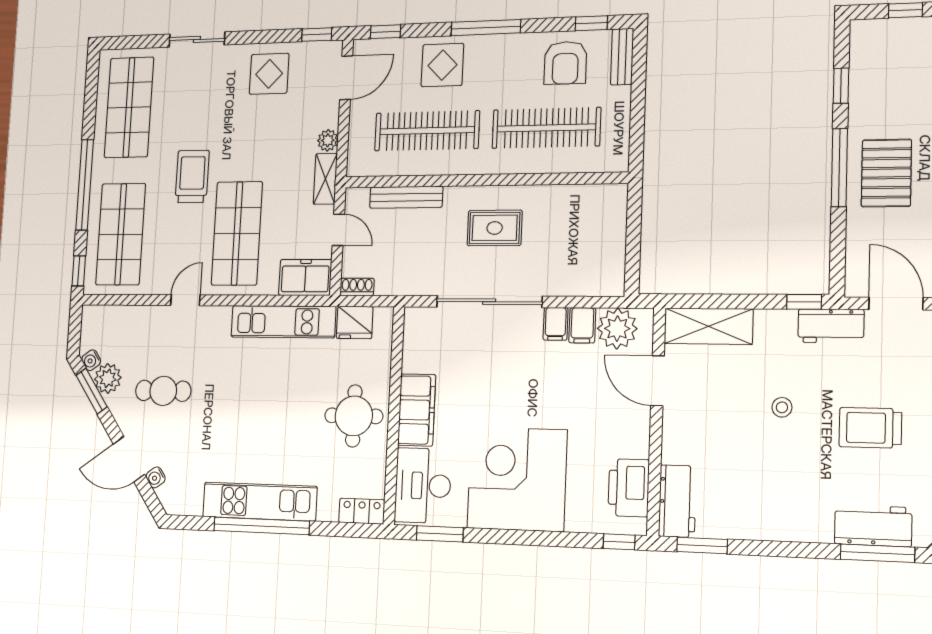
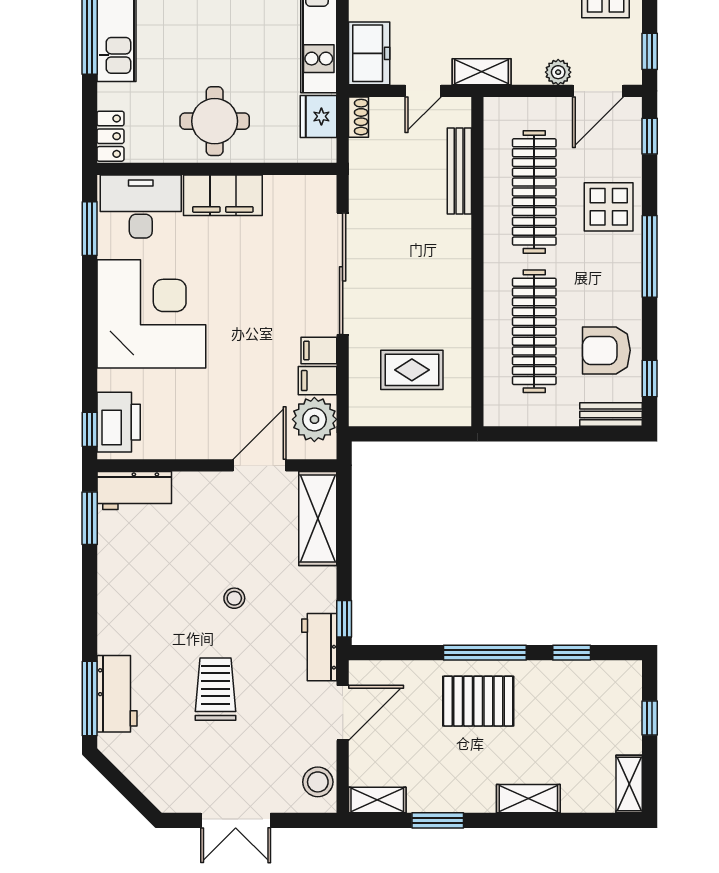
door: (346, 78) -> (598, 91), hinge flipped
plant: (328, 140) -> (558, 72), moved
rug: (495, 228) -> (412, 370), moved, turned 90
printer: (629, 488) -> (119, 422), moved, turned 90

